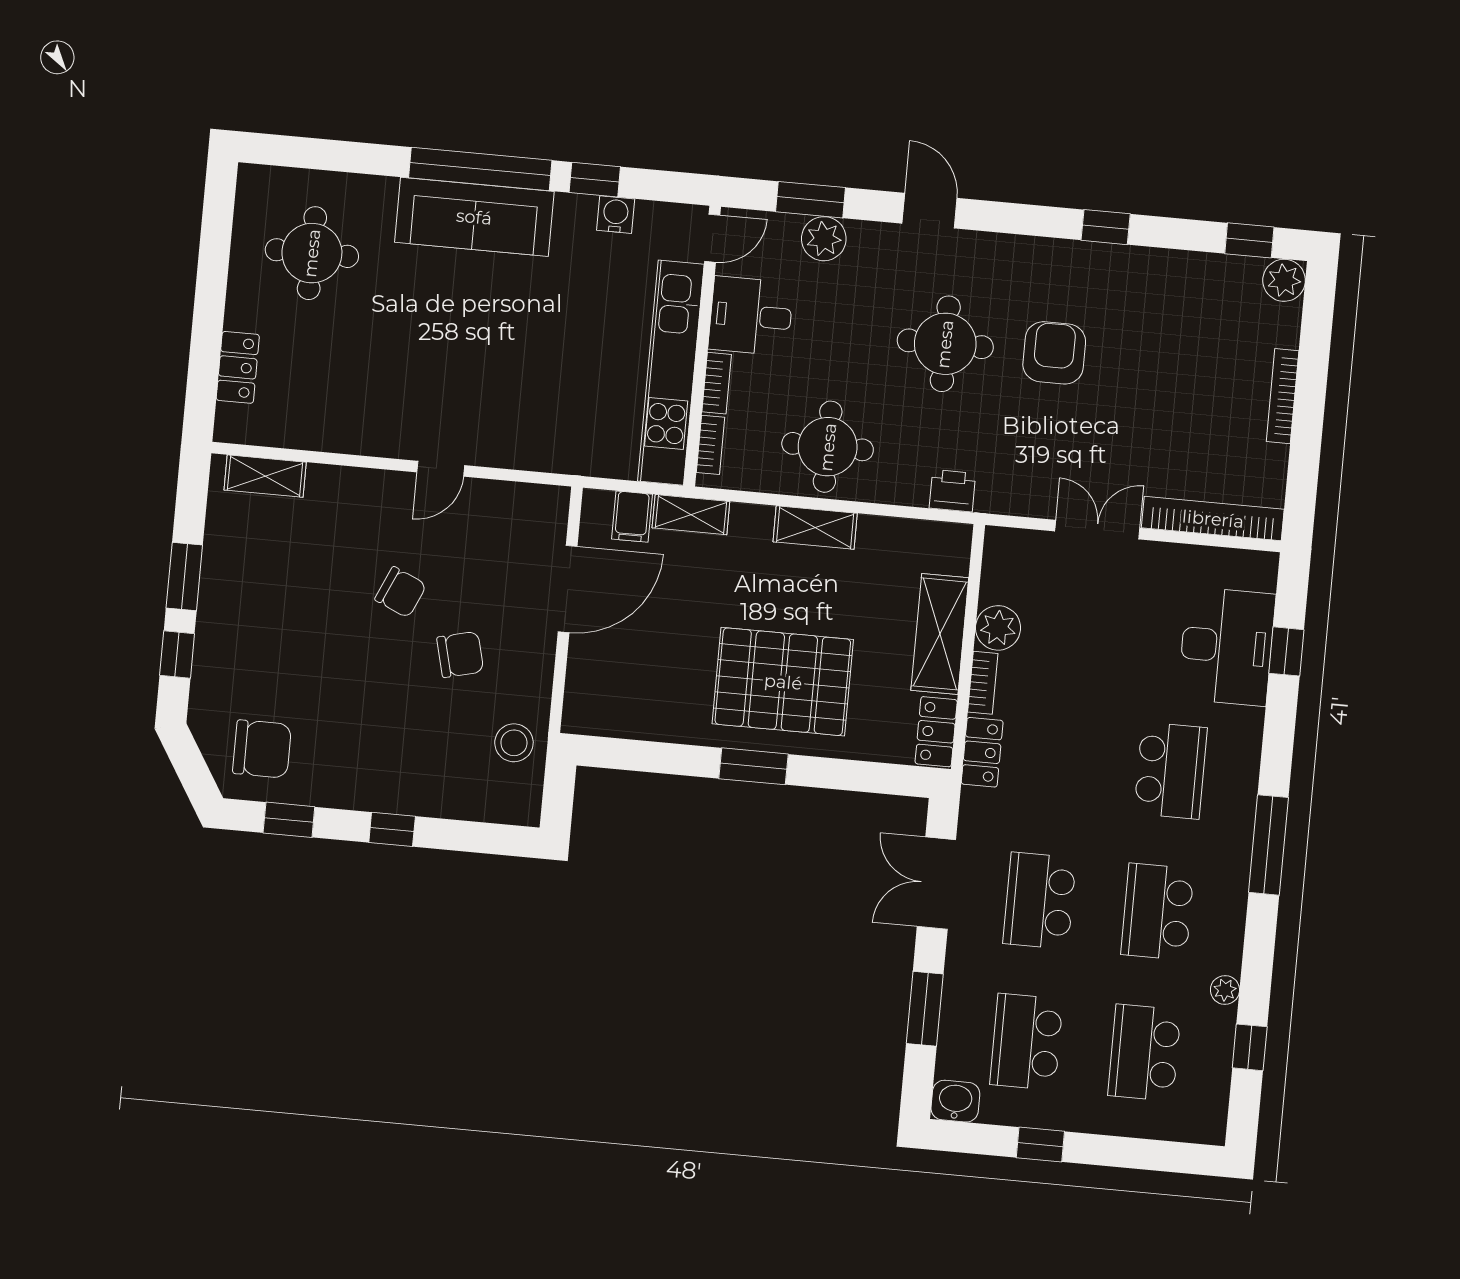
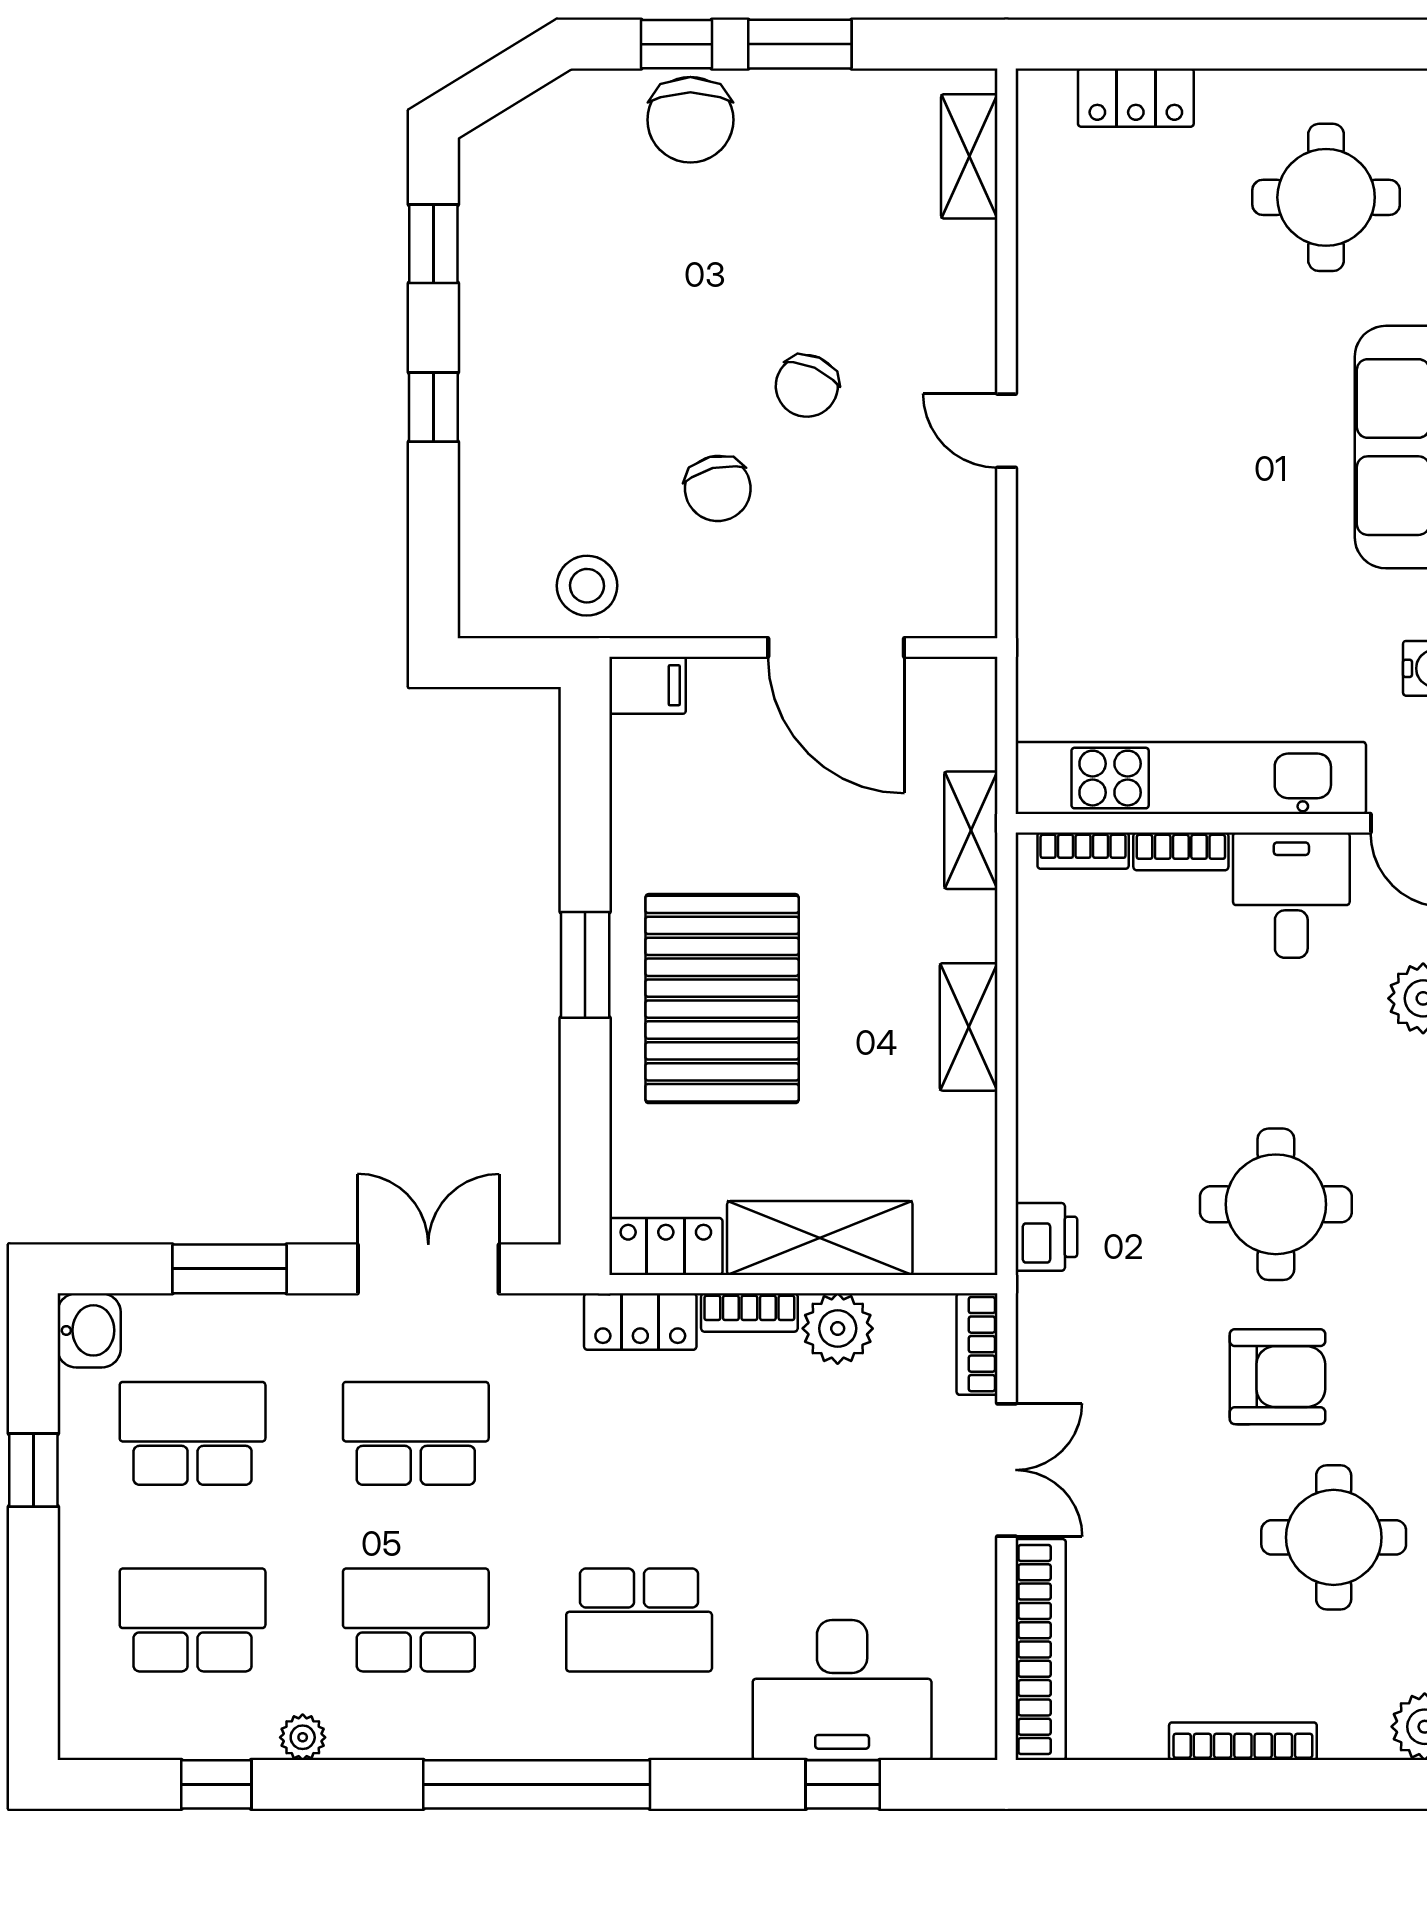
round table: (828, 447) -> (1334, 1537), moved
filing cabinet: (632, 517) -> (647, 685), moved, turned 180
bookcase: (1016, 541) -> (977, 1344), added
chair: (262, 749) -> (690, 120), moved
window: (1268, 845) -> (537, 1784), width x1.46

